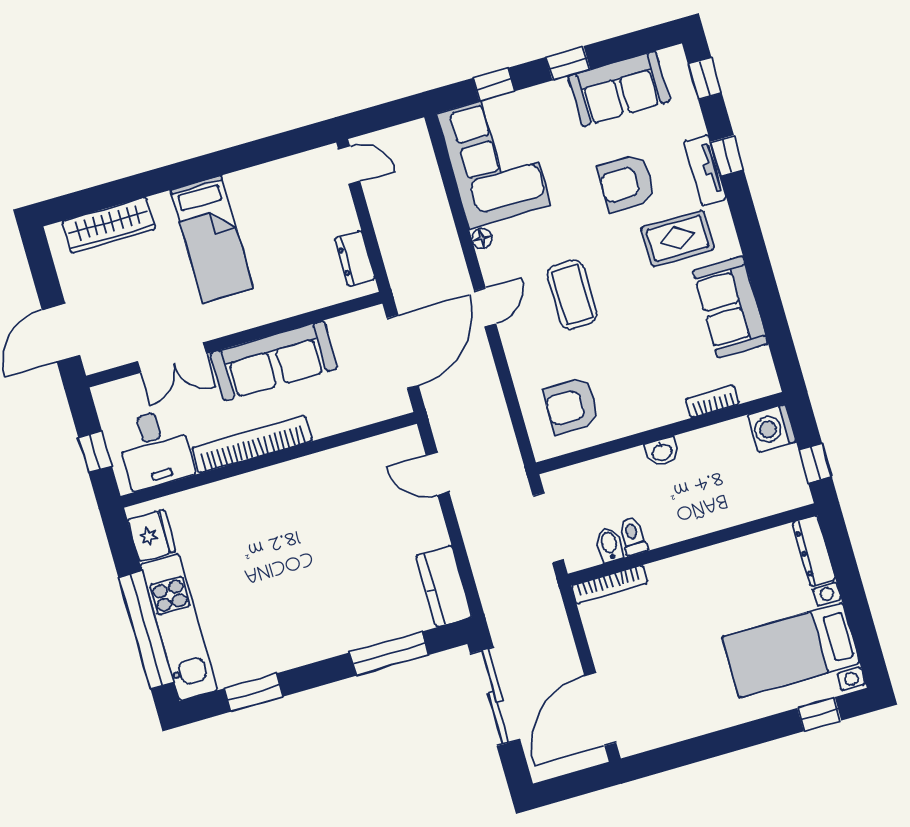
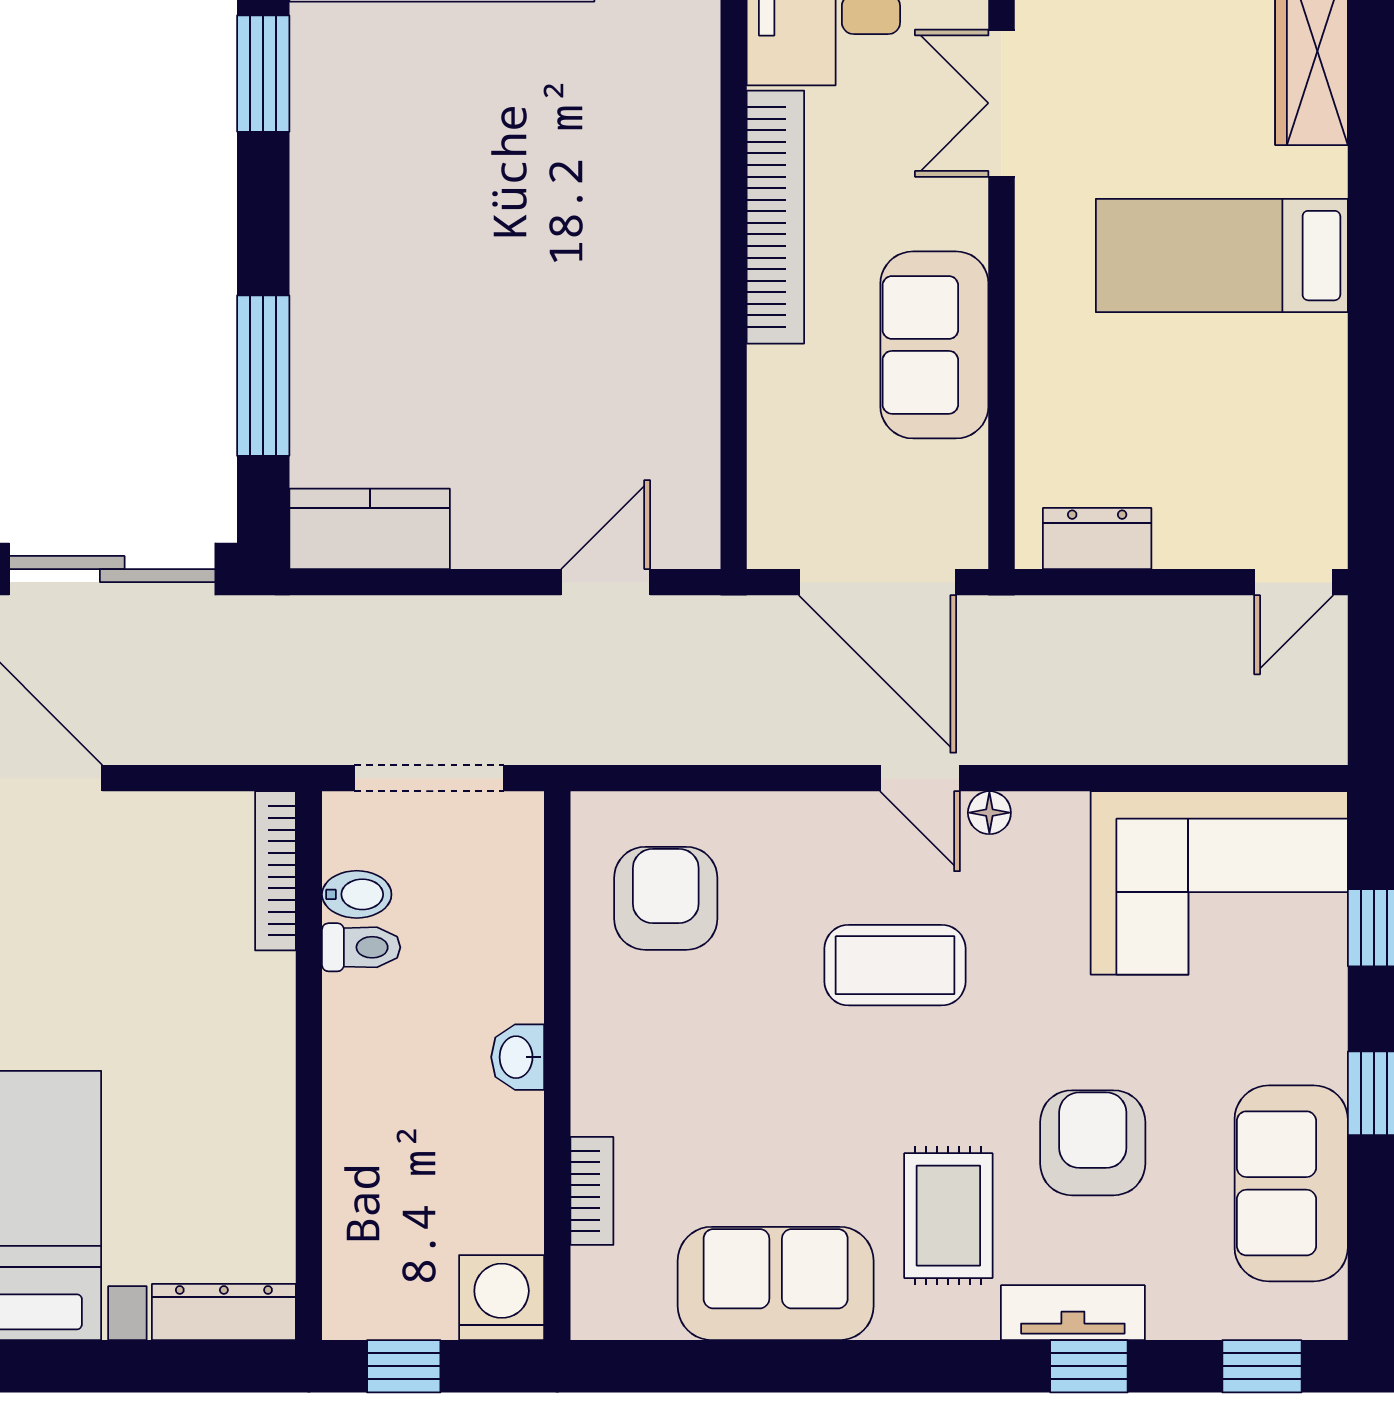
floor lamp: (482, 238) -> (989, 813), moved
sofa: (274, 361) -> (934, 345), width x0.73

